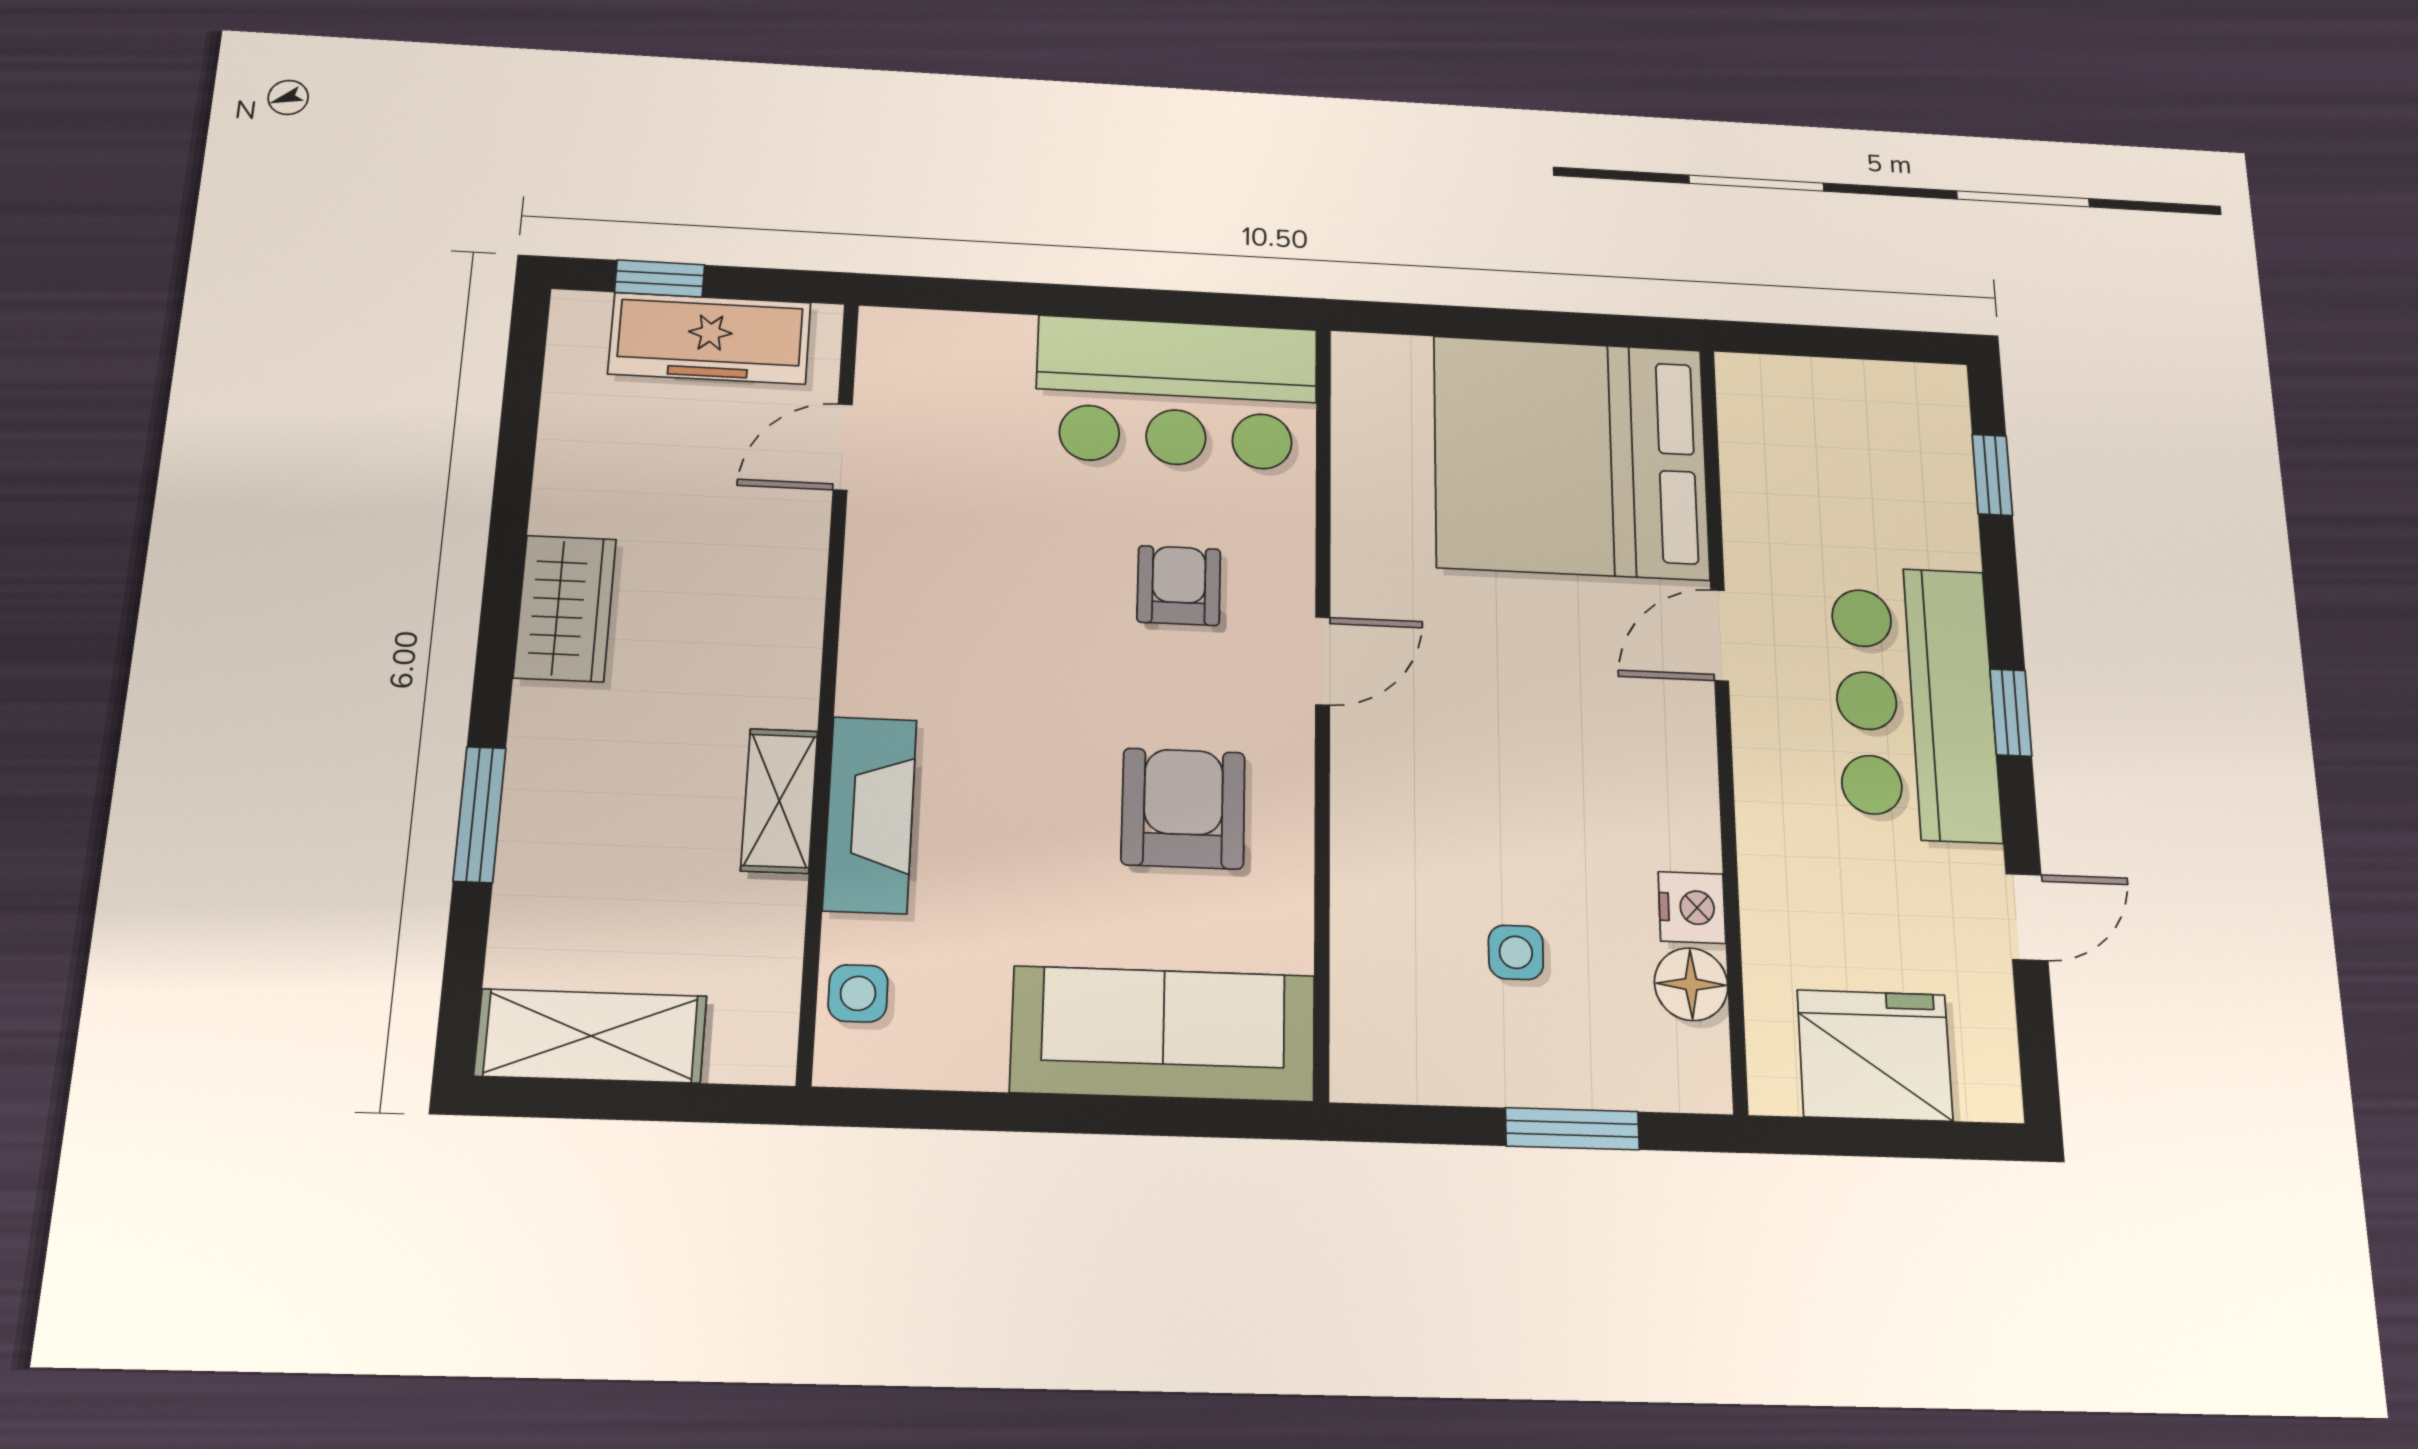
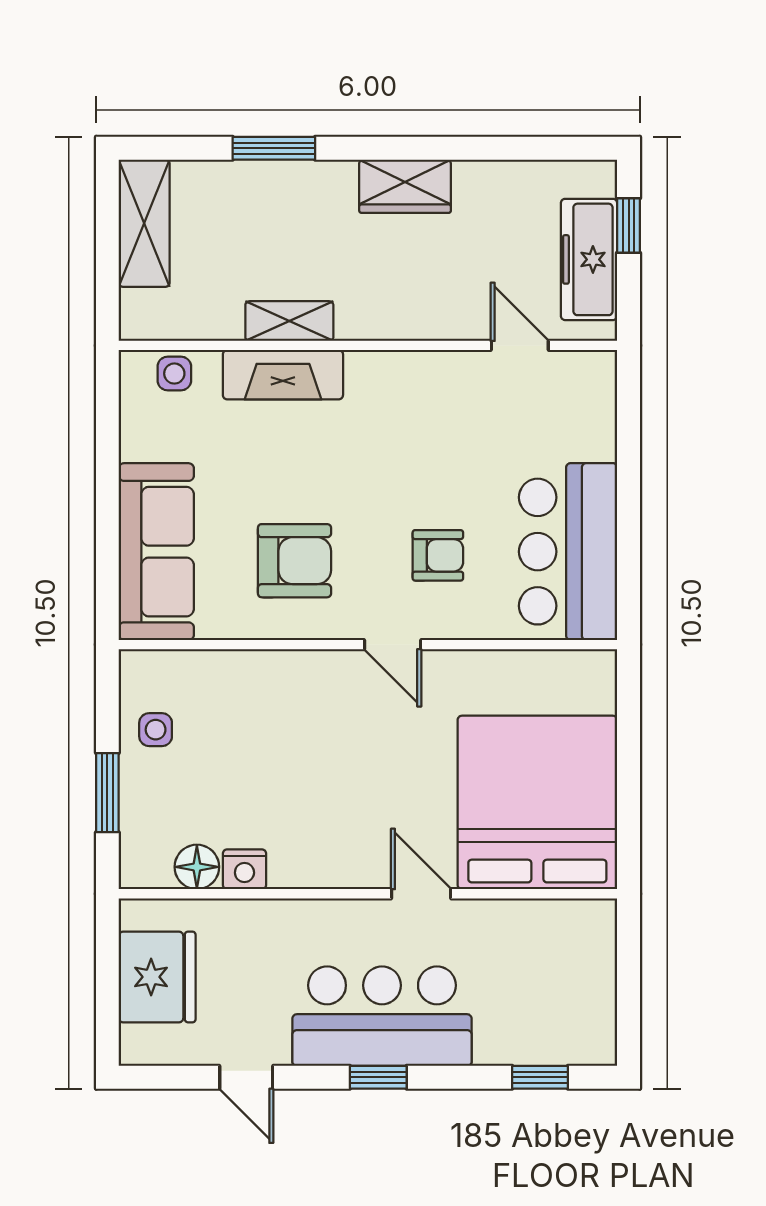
side table: (1516, 952) -> (156, 730), moved

